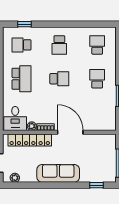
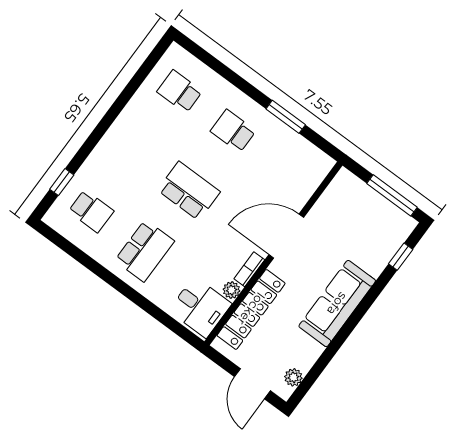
school desk: (21, 45) -> (91, 211), turned -90
school desk: (59, 45) -> (135, 151), removed
school desk: (21, 79) -> (145, 251), turned 90
school desk: (59, 79) -> (189, 191), width x1.85

